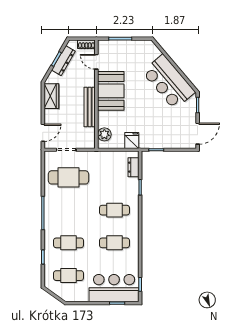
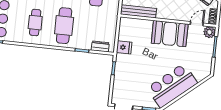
bench: (90, 107) -> (138, 11), moved
plant: (104, 134) -> (209, 32), moved
cafe table: (114, 210) -> (64, 26), width x1.37, depth x1.35

